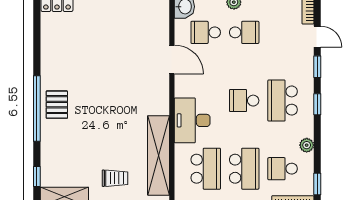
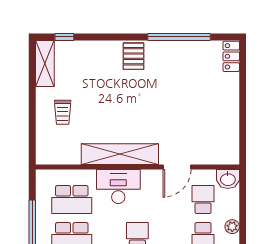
pallet: (57, 105) -> (133, 56), turned 90
window: (37, 109) -> (179, 37), moved
shelving: (158, 155) -> (120, 154), moved

